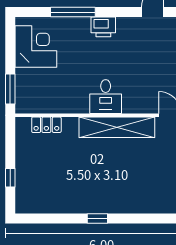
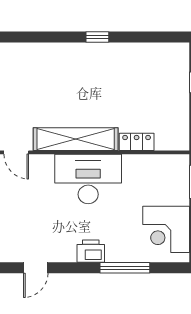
desk: (106, 97) -> (88, 179), width x1.87, depth x1.30
locker: (46, 125) -> (137, 142), moved

